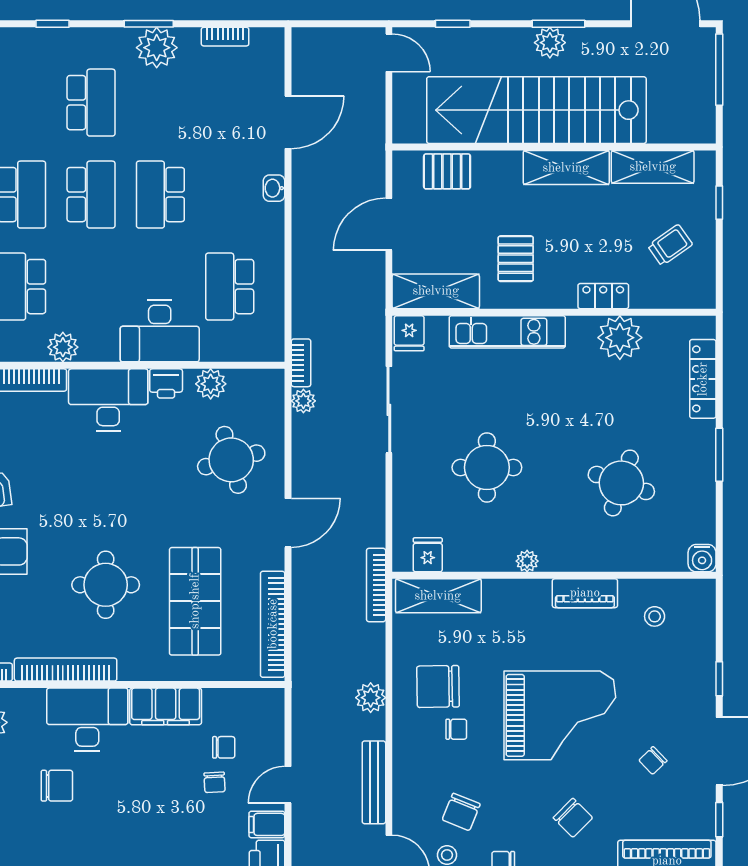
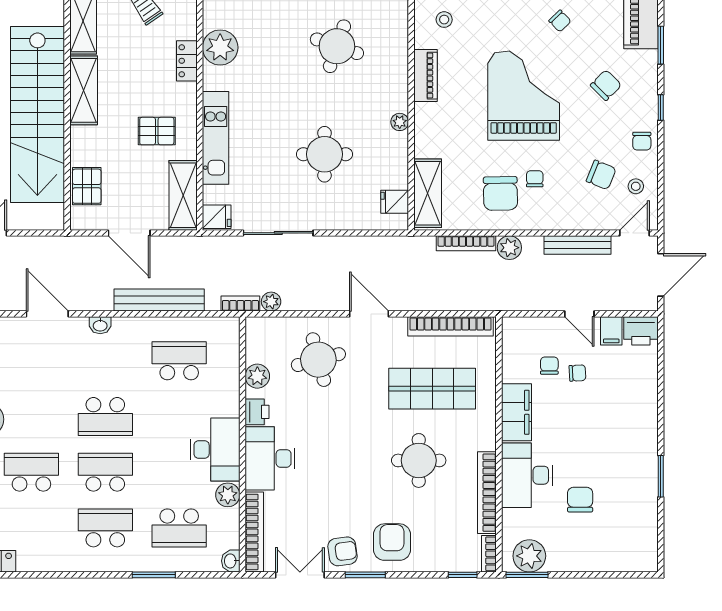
bench: (305, 262) -> (159, 300), added
school desk: (230, 287) -> (179, 361), turned 180
desk: (160, 331) -> (215, 449), moved
bookcase: (376, 585) -> (466, 243), moved

